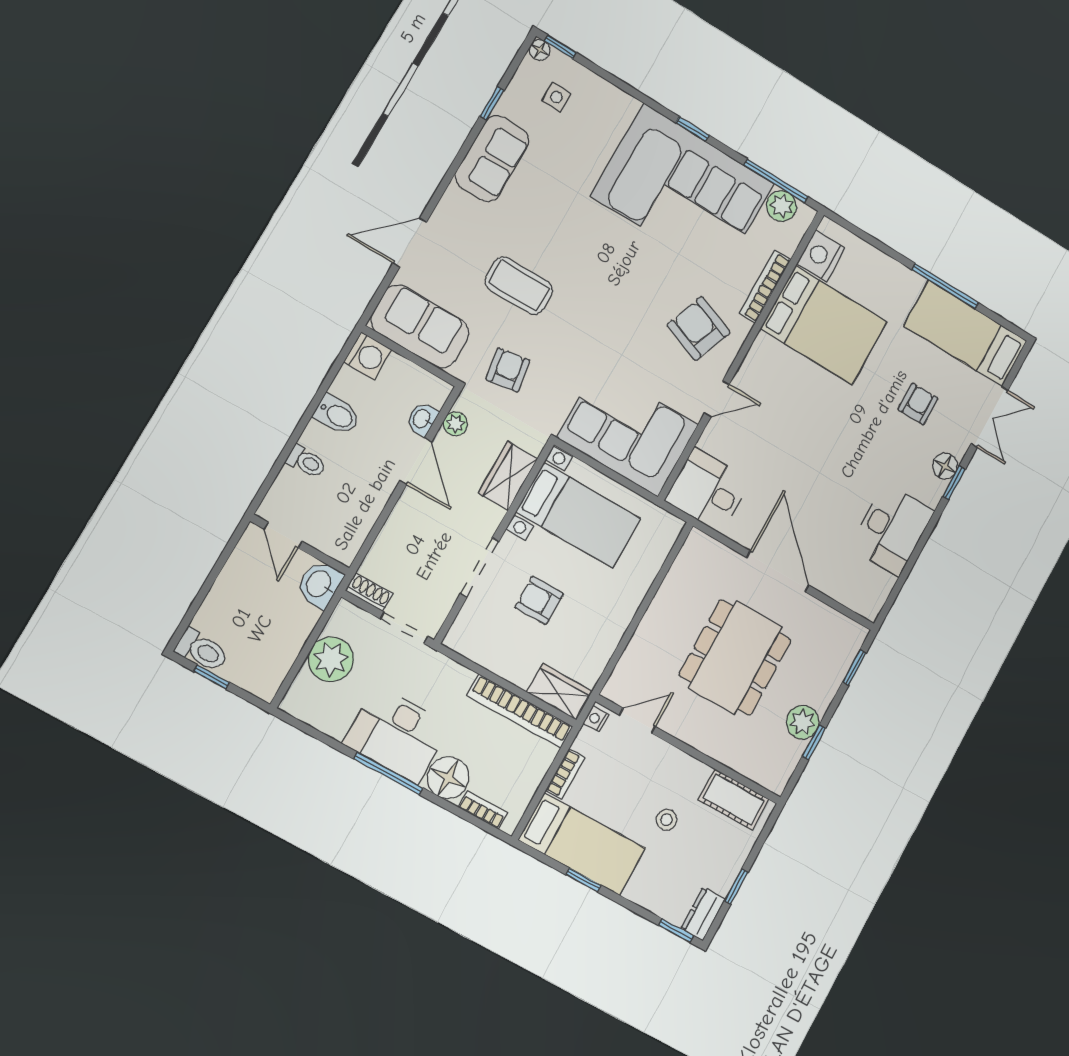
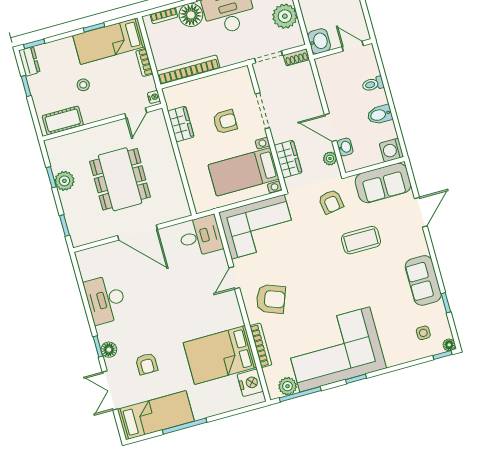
wardrobe: (559, 691) -> (181, 124), moved, turned -90

